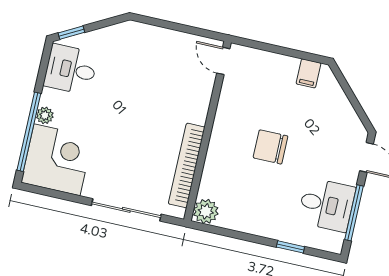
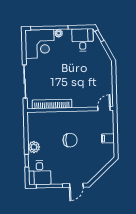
filing cabinet: (309, 73) -> (108, 138), moved
chair: (270, 147) -> (70, 140), turned 90
desk: (327, 205) -> (40, 173), moved
plant: (206, 211) -> (34, 147), moved

